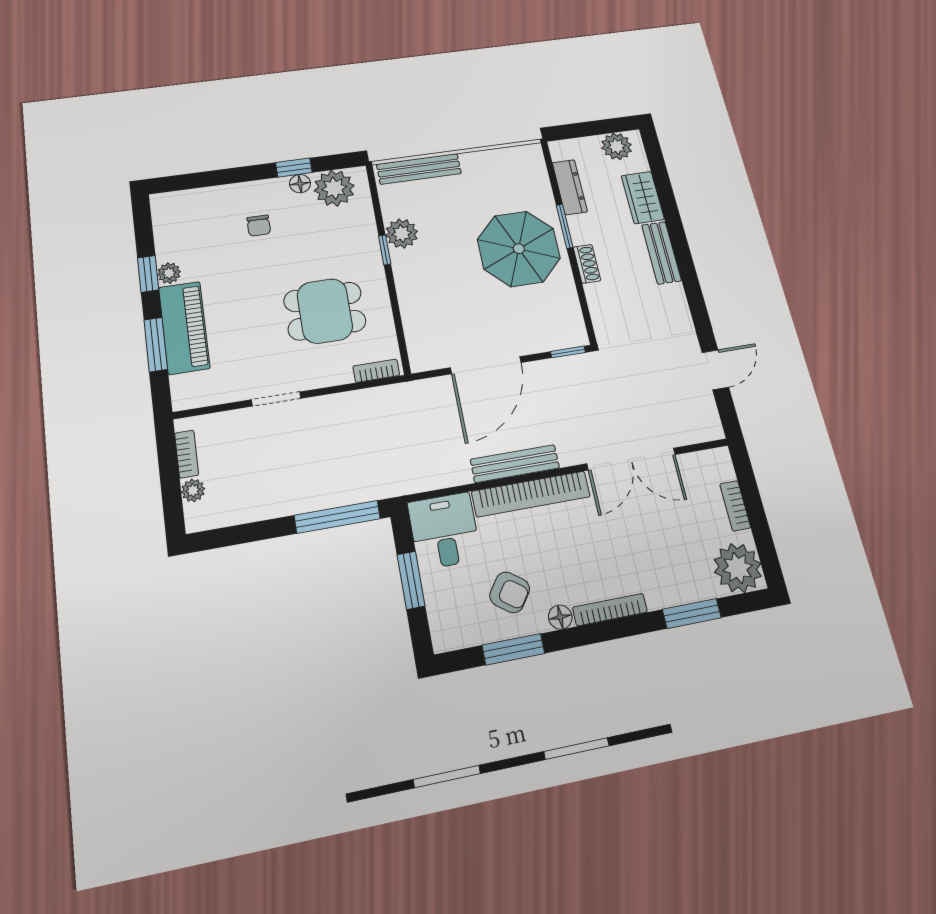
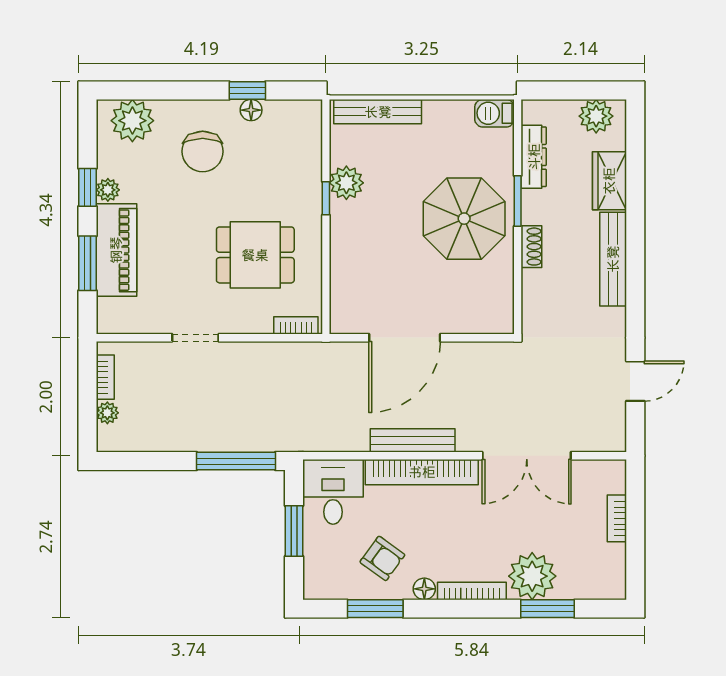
barbecue: (526, 156) -> (494, 113), added
plant: (334, 188) -> (132, 121), moved
chair: (259, 226) -> (203, 151), width x1.87, depth x1.87
bench: (661, 253) -> (613, 259), width x1.36
window: (568, 352) -> (490, 338), removed
plant: (738, 568) -> (532, 576), moved

